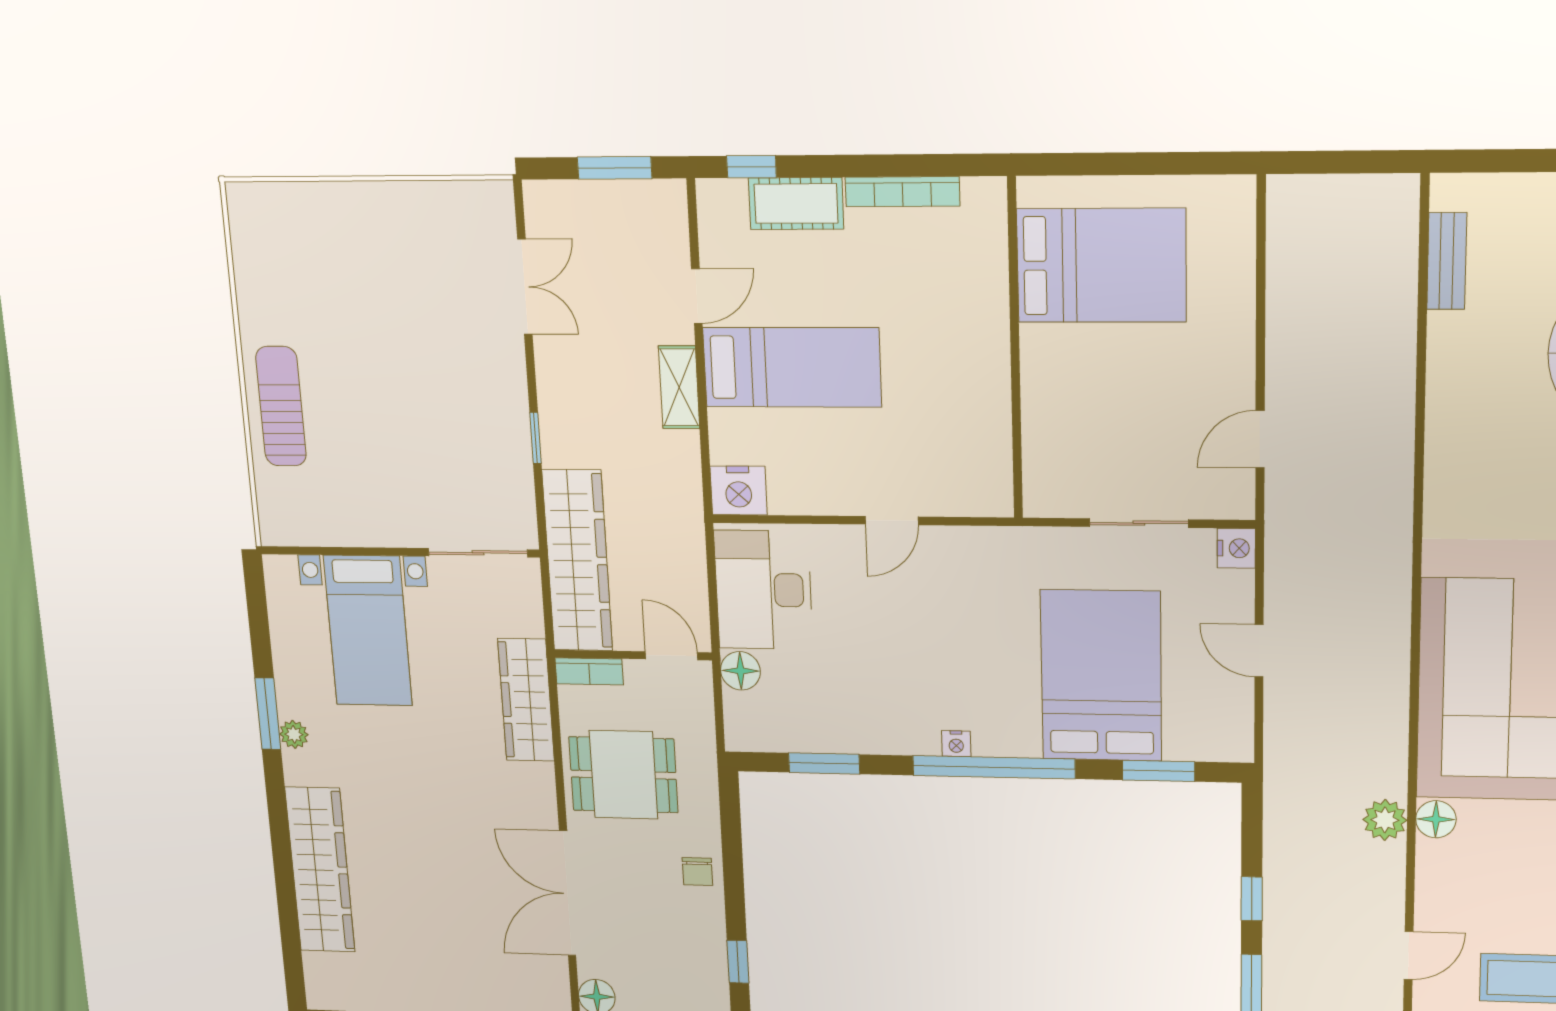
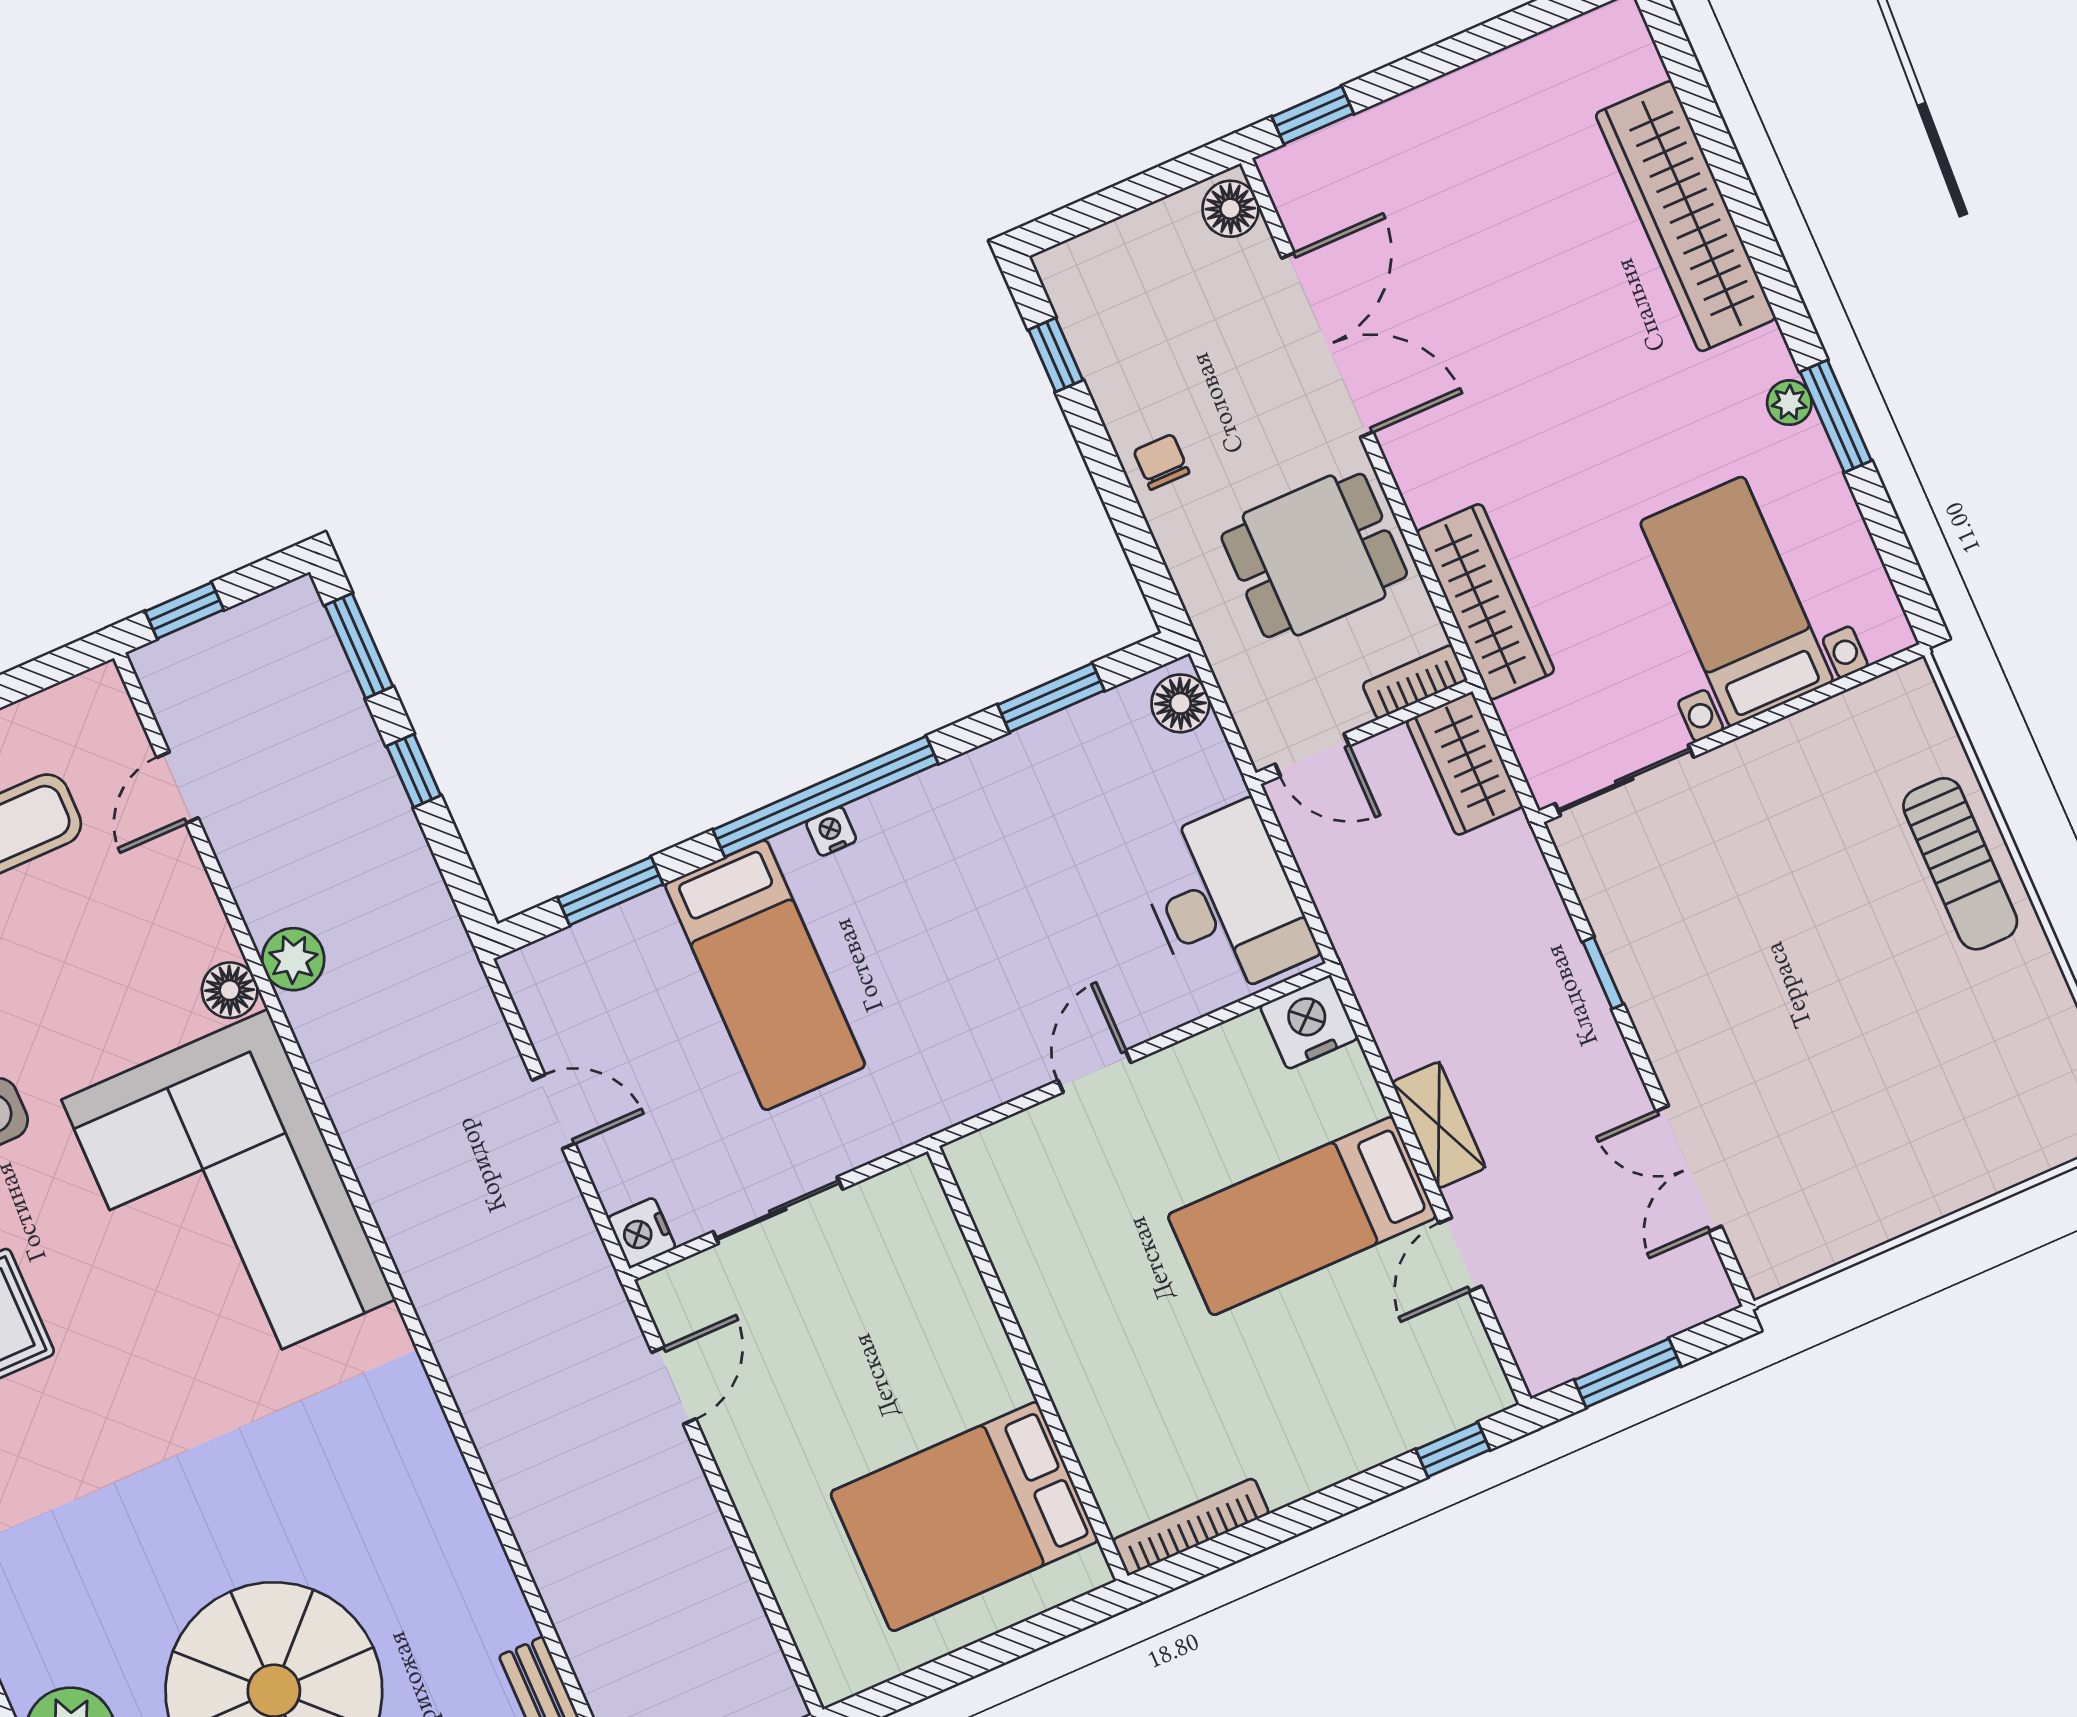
bookcase: (902, 192) -> (1191, 1527), moved
cot: (796, 204) -> (1378, 1428), removed
wardrobe: (577, 561) -> (1465, 764), width x0.48, depth x0.85
floor lamp: (740, 671) -> (1180, 703), moved
bed: (1101, 676) -> (765, 975), width x0.67
nightstand: (956, 744) -> (831, 831), moved

